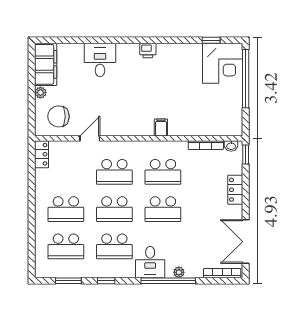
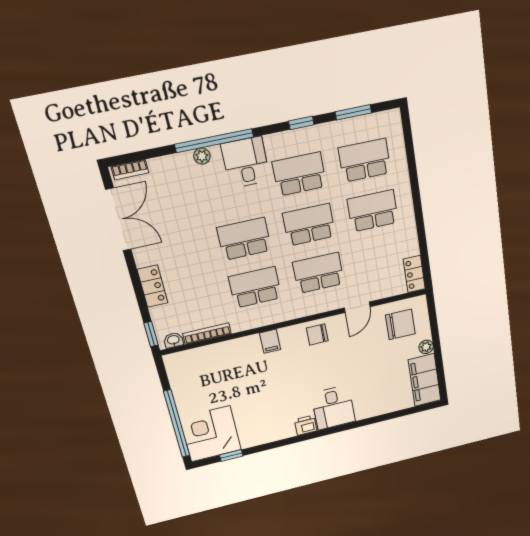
desk: (100, 60) -> (333, 408), moved
chair: (124, 124) -> (317, 334), added
bookcase: (222, 273) -> (130, 170), width x0.64

